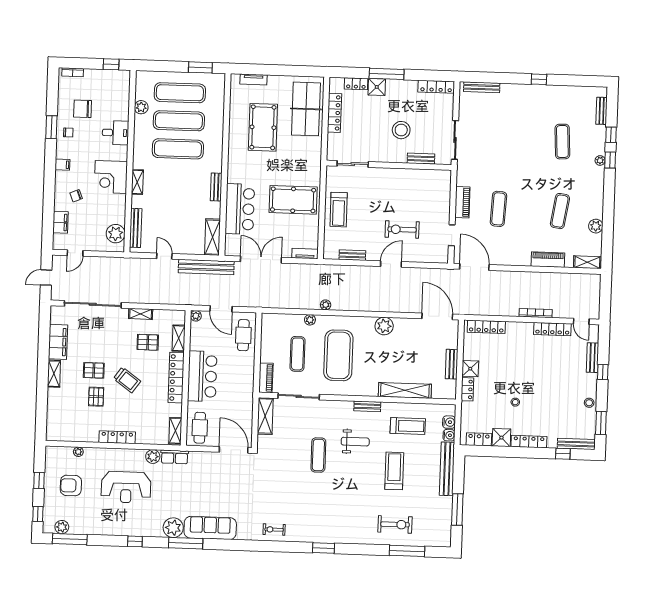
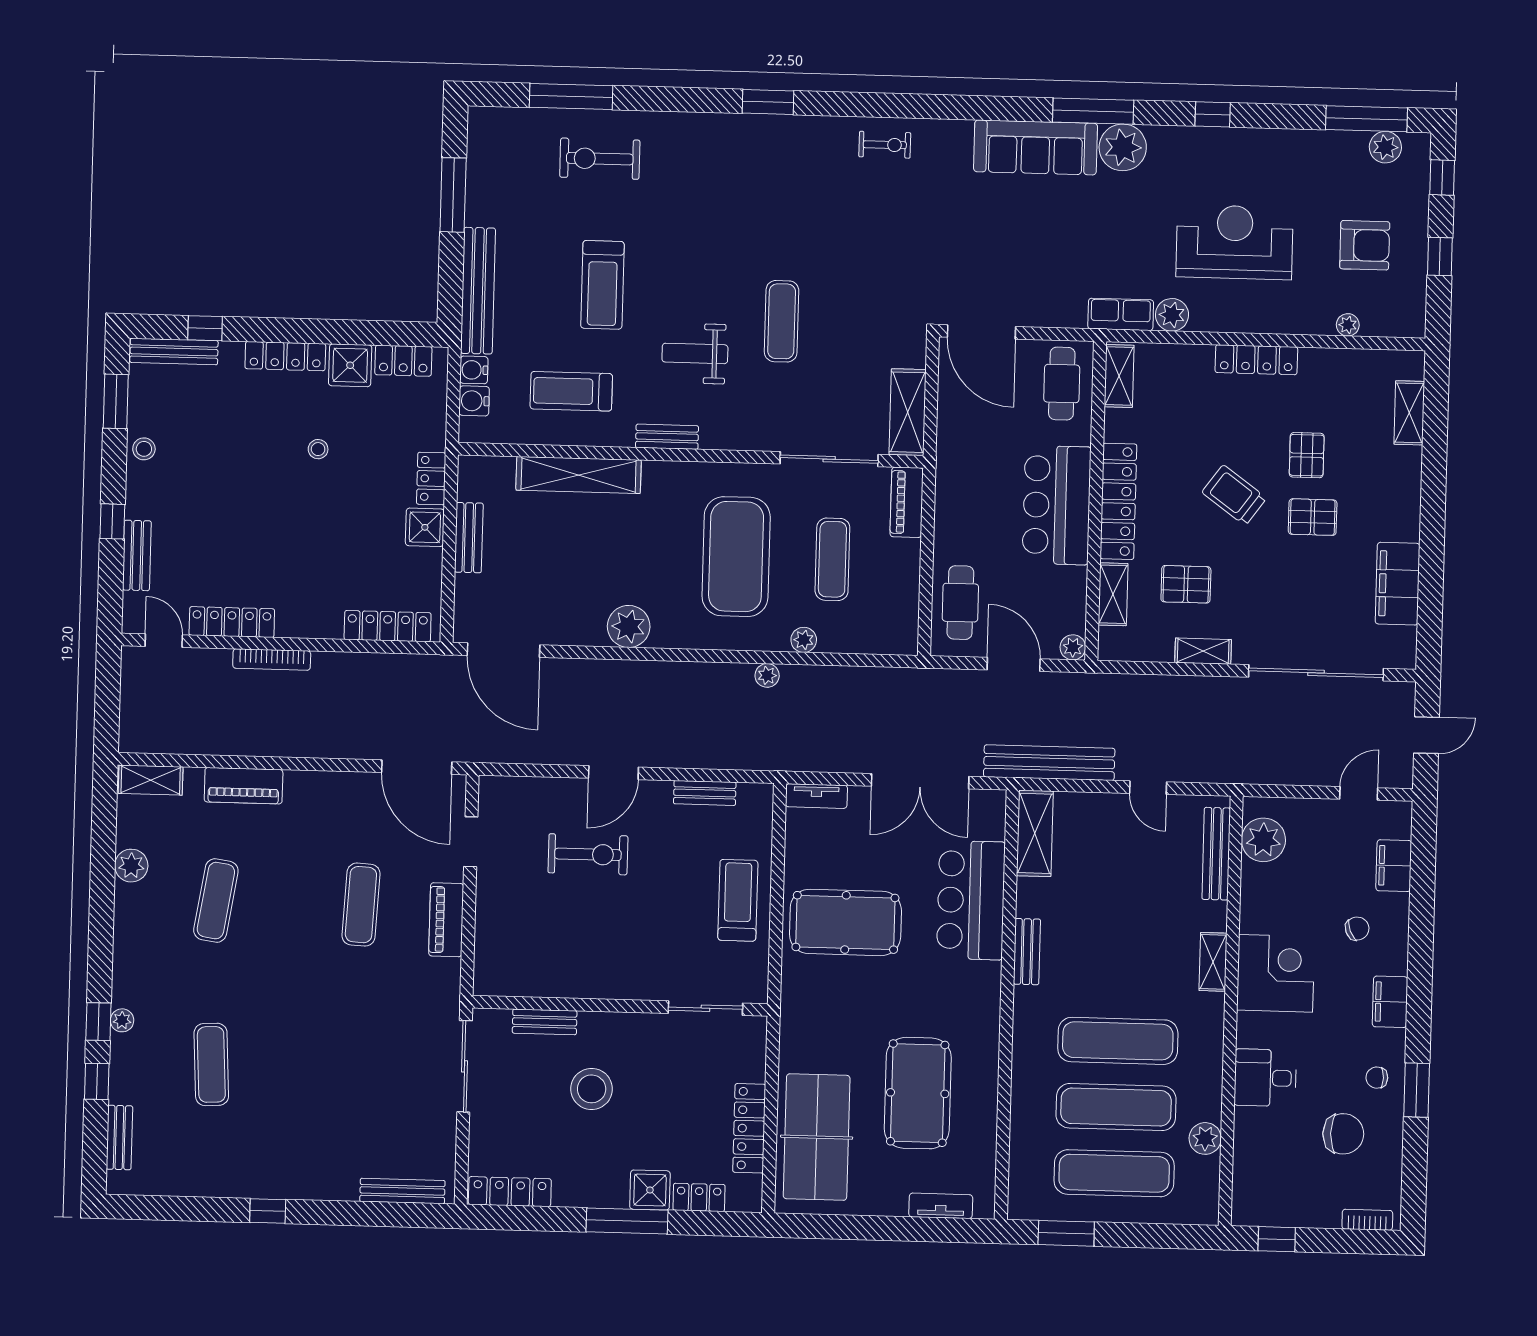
filing cabinet: (62, 165) -> (1390, 1002), width x2.00
shelving: (54, 374) -> (1409, 413), moved

